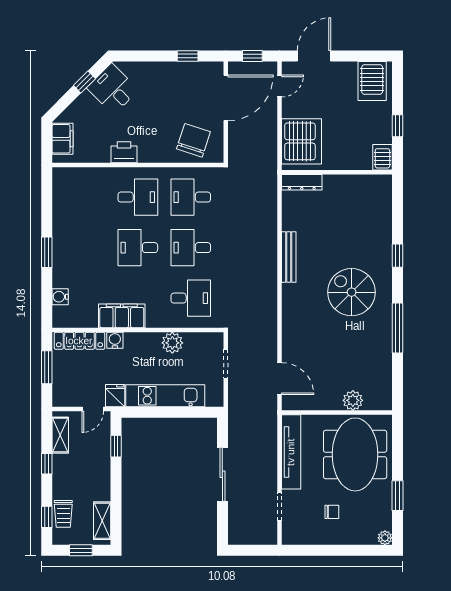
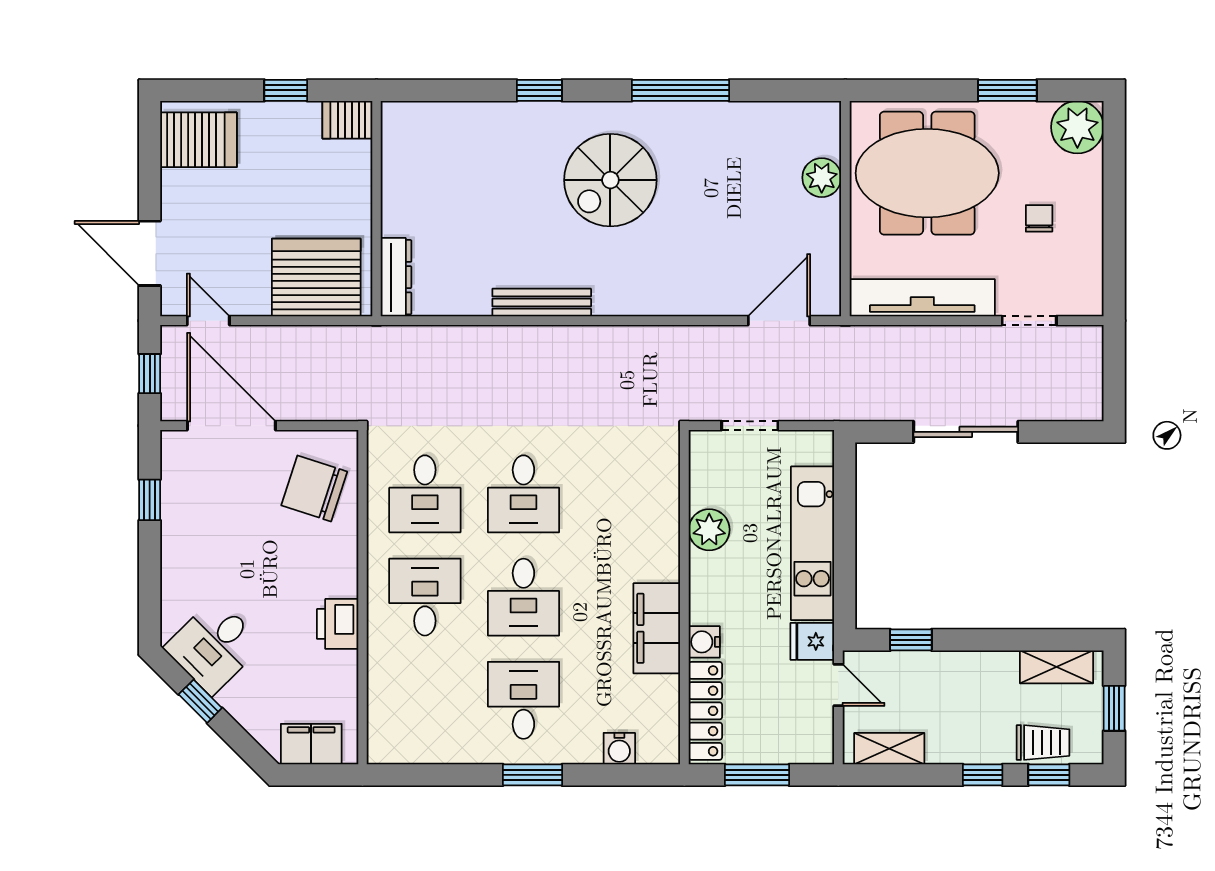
desk: (191, 298) -> (523, 700), moved
window: (47, 464) -> (983, 775), moved
plant: (385, 538) -> (1077, 127), width x1.88, depth x1.88

